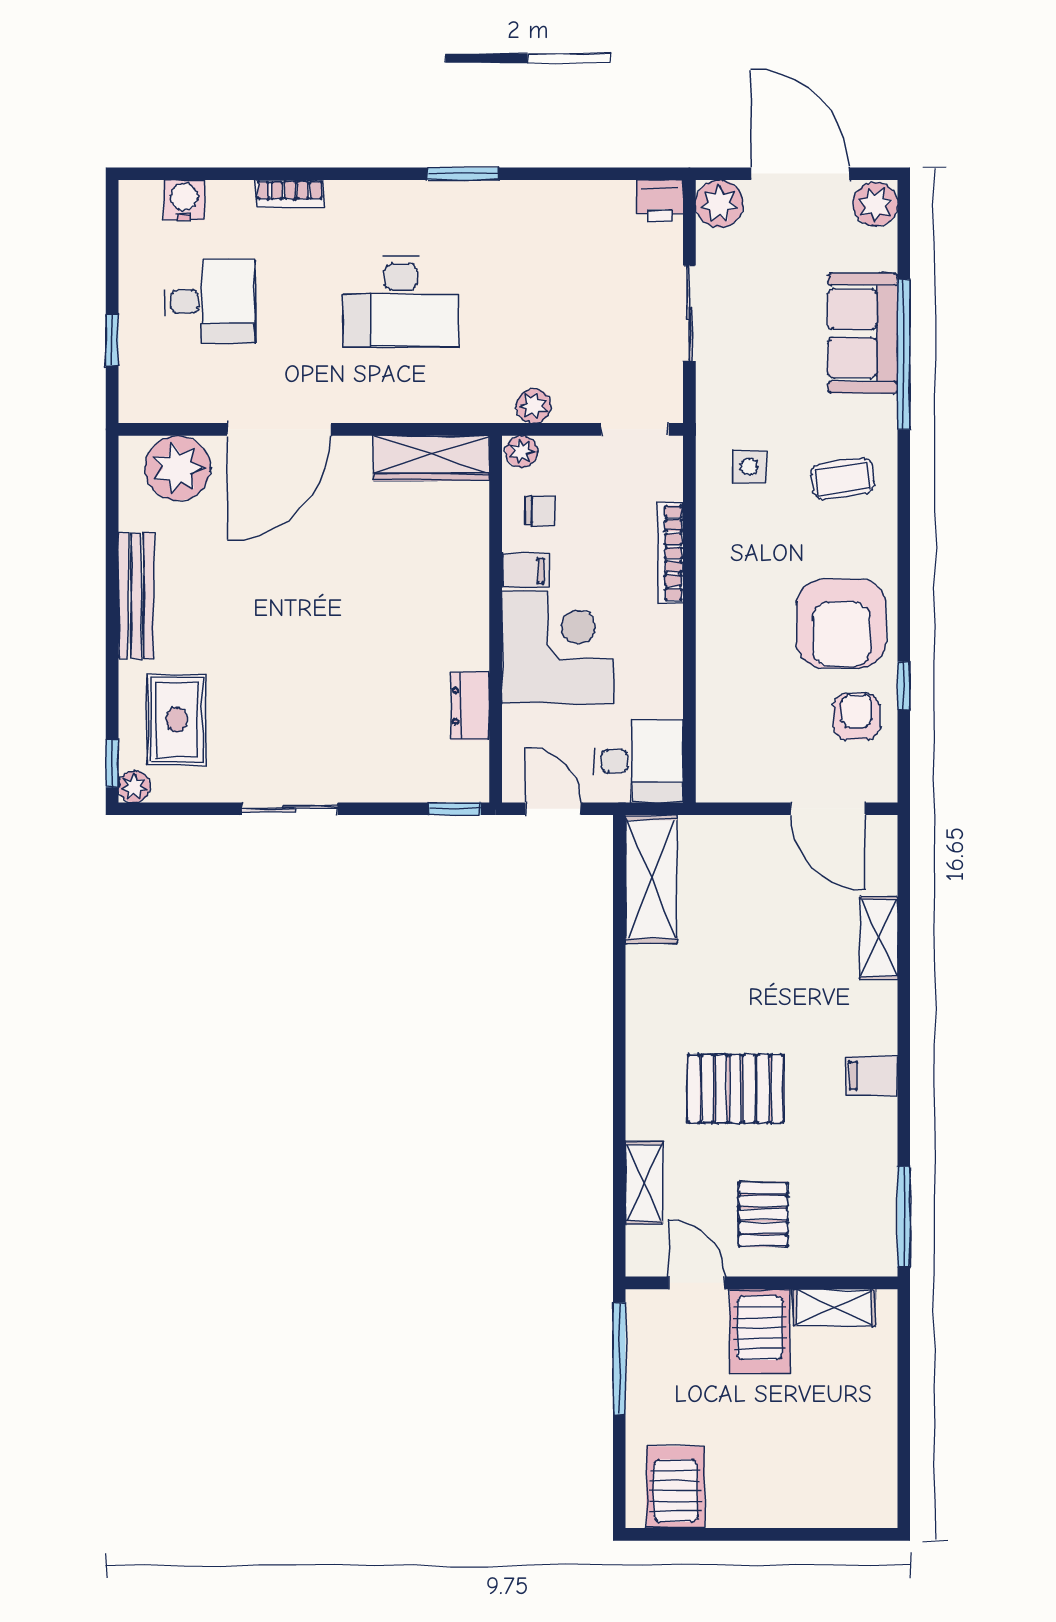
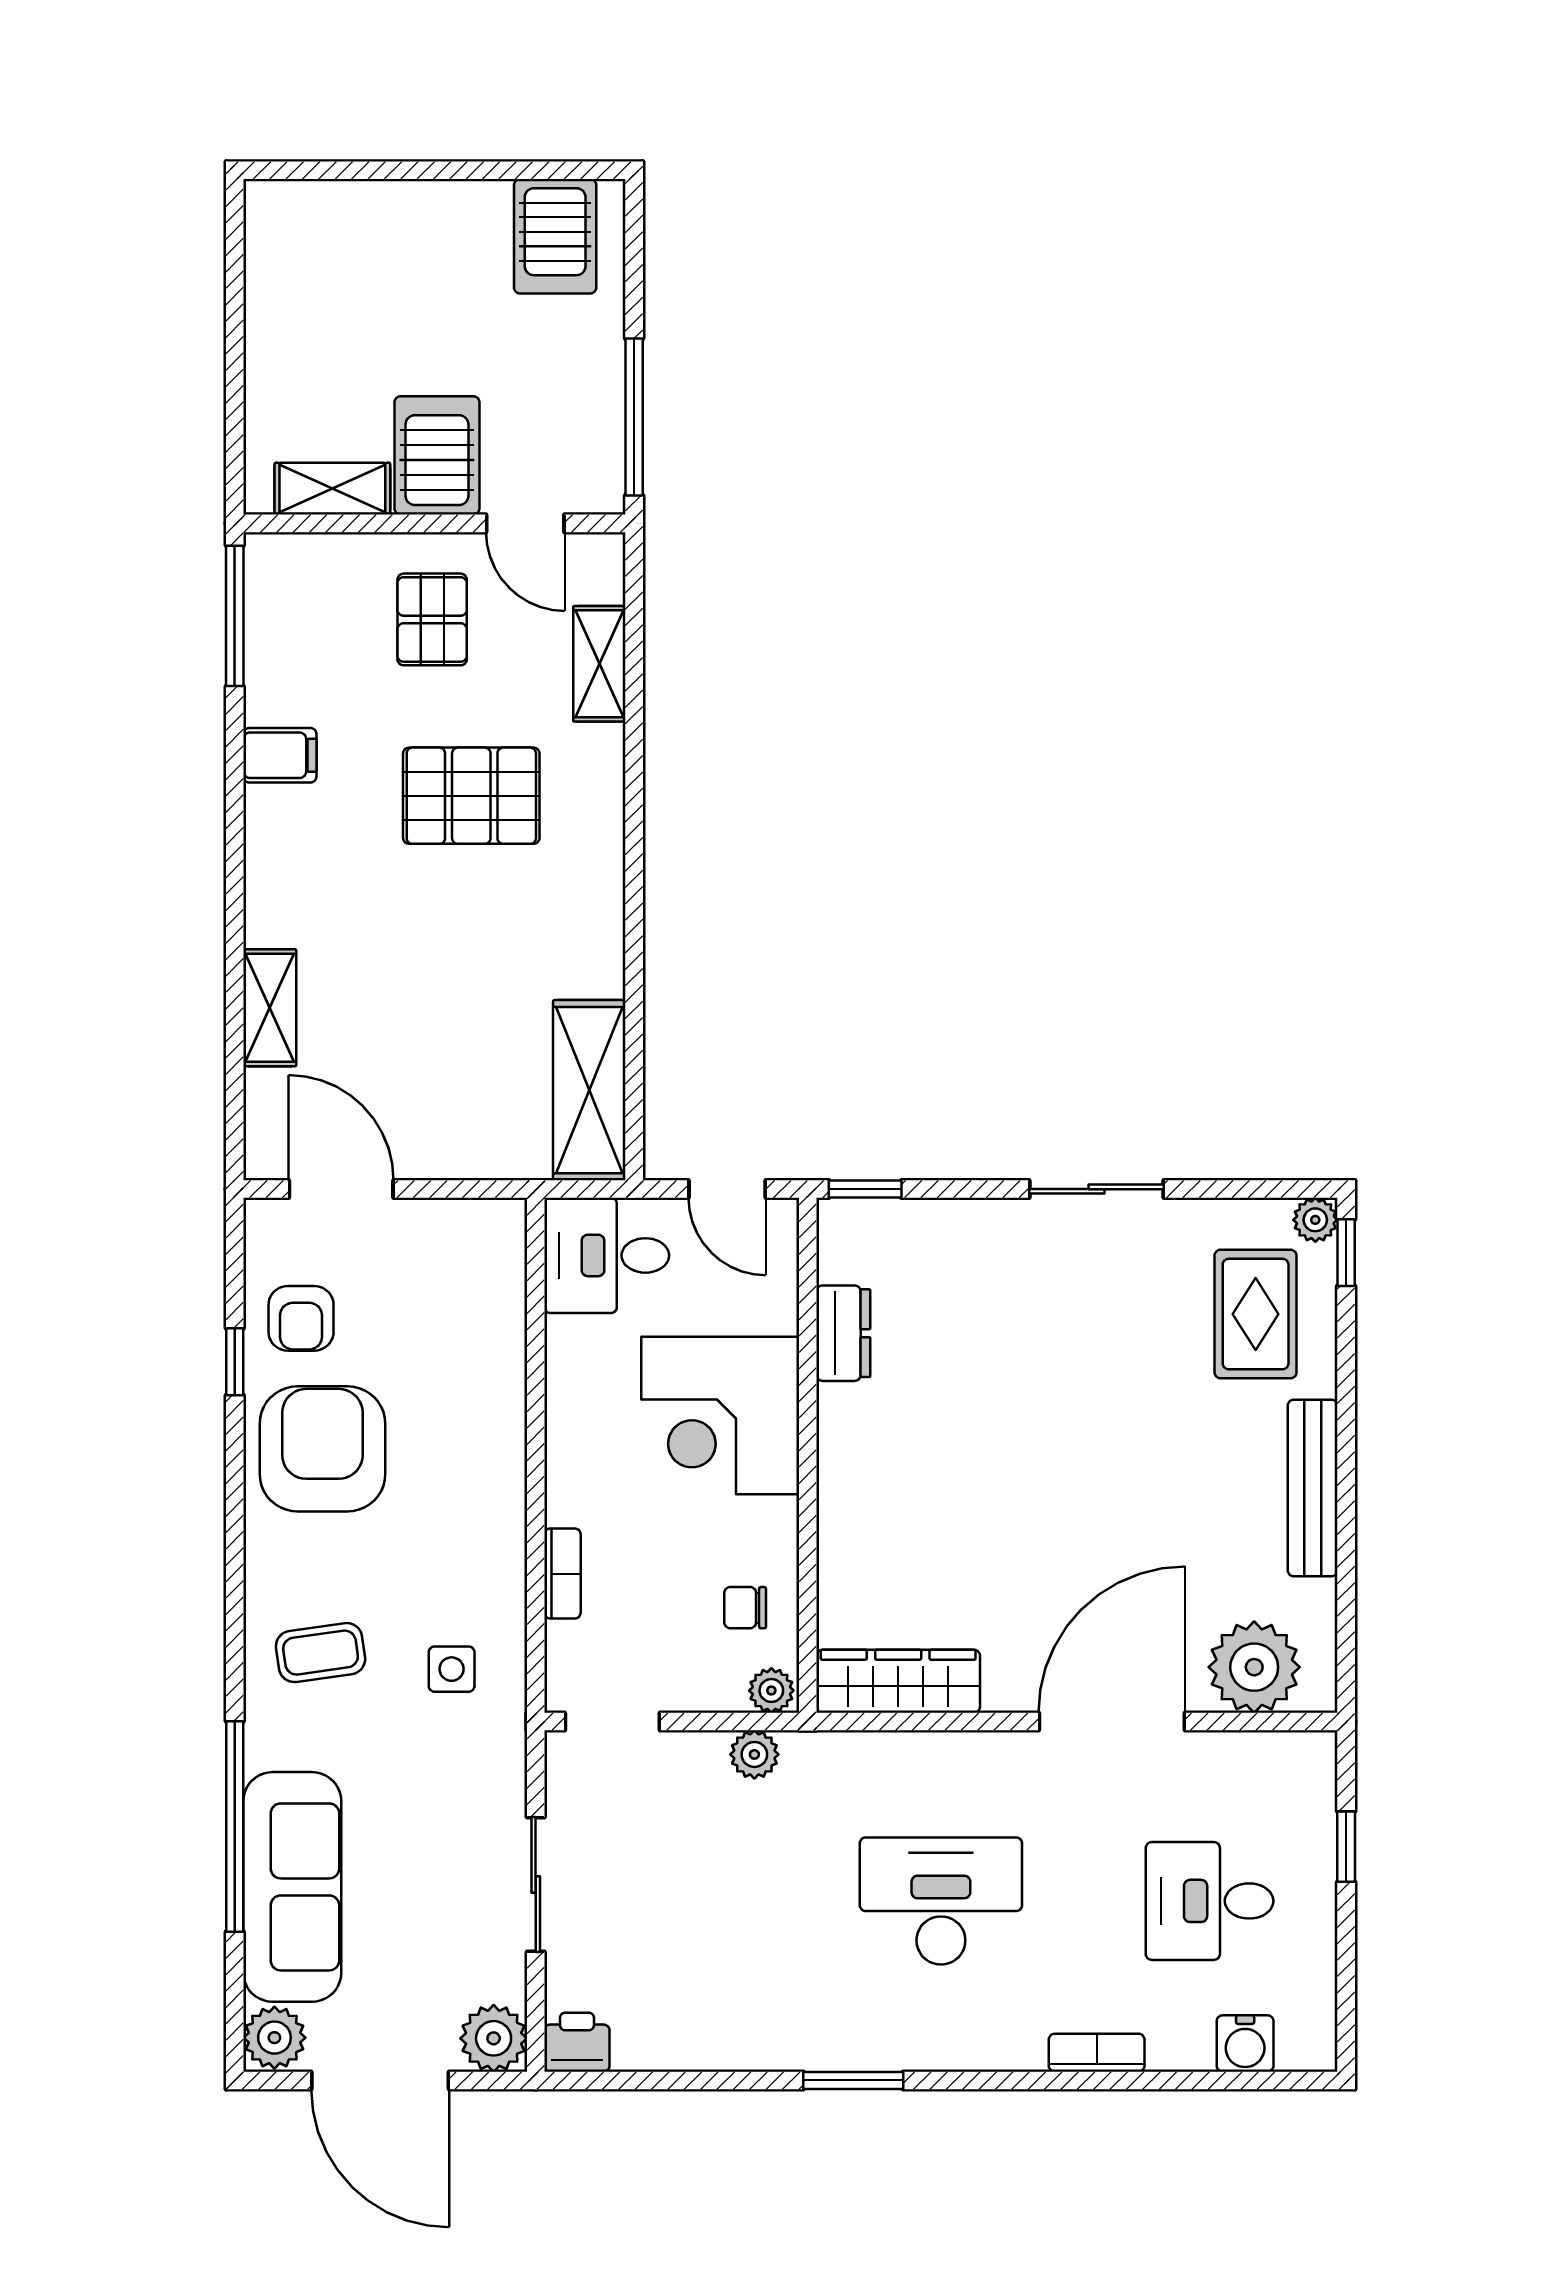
sofa: (863, 333) -> (292, 1887), width x1.36
bookcase: (670, 553) -> (562, 1574), width x0.64
filing cabinet: (525, 571) -> (767, 1523), removed
filing cabinet: (872, 1076) -> (280, 755), moved

